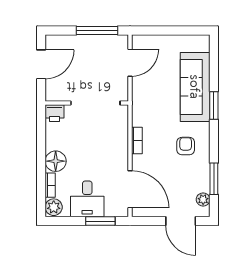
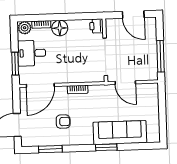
door: (130, 63) -> (125, 83), moved
armchair: (186, 146) -> (63, 122), moved
plant: (203, 199) -> (34, 141), removed

